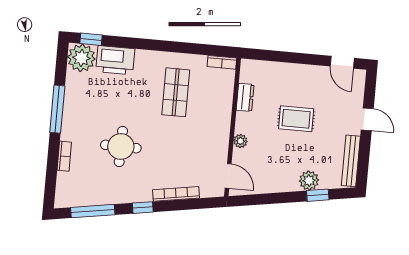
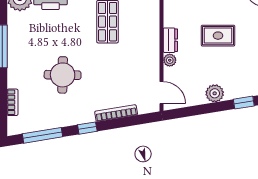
dresser: (245, 97) -> (170, 40), moved
bookcase: (64, 156) -> (12, 102), moved
plant: (309, 180) -> (215, 93), moved

